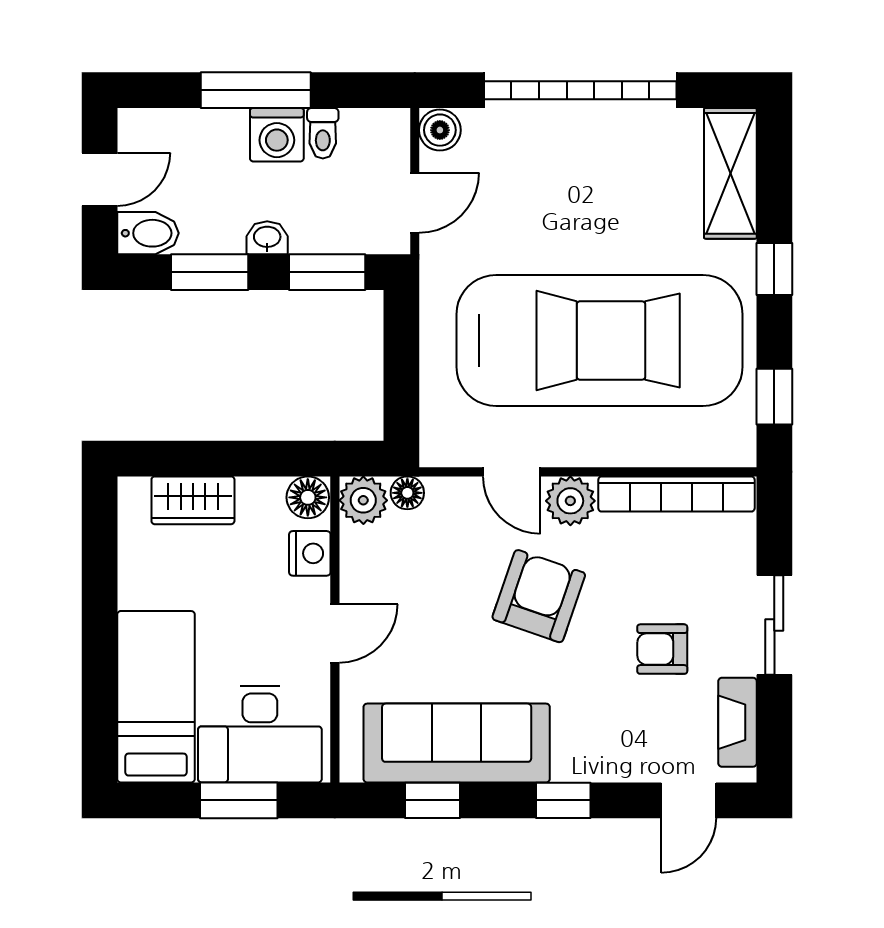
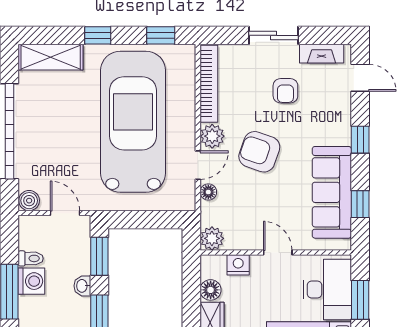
floor lamp: (407, 493) -> (208, 192), moved
floor lamp: (308, 497) -> (211, 290), moved

